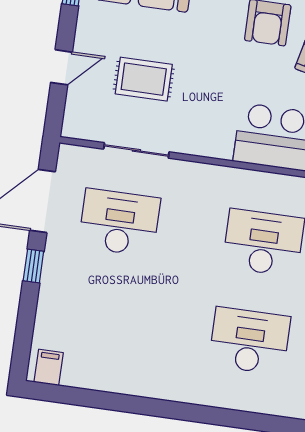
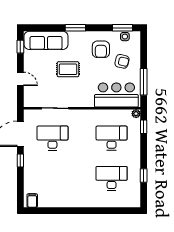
door: (61, 67) -> (20, 79), hinge flipped
rug: (144, 79) -> (68, 69), moved

